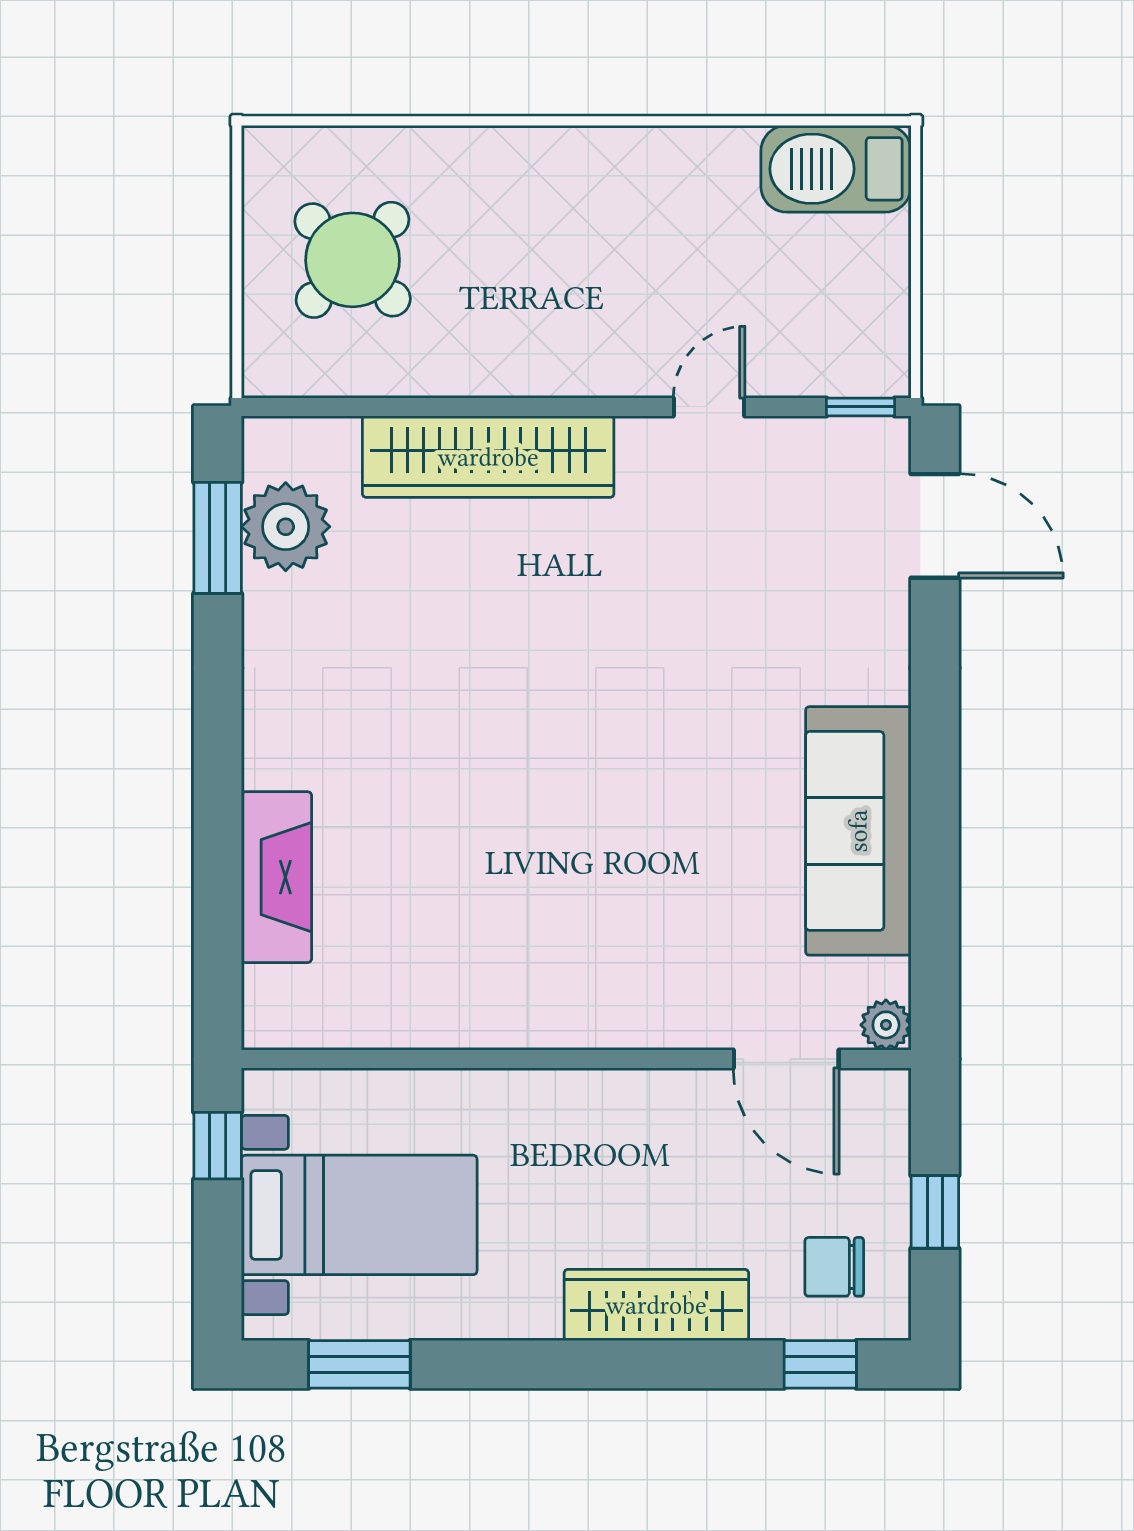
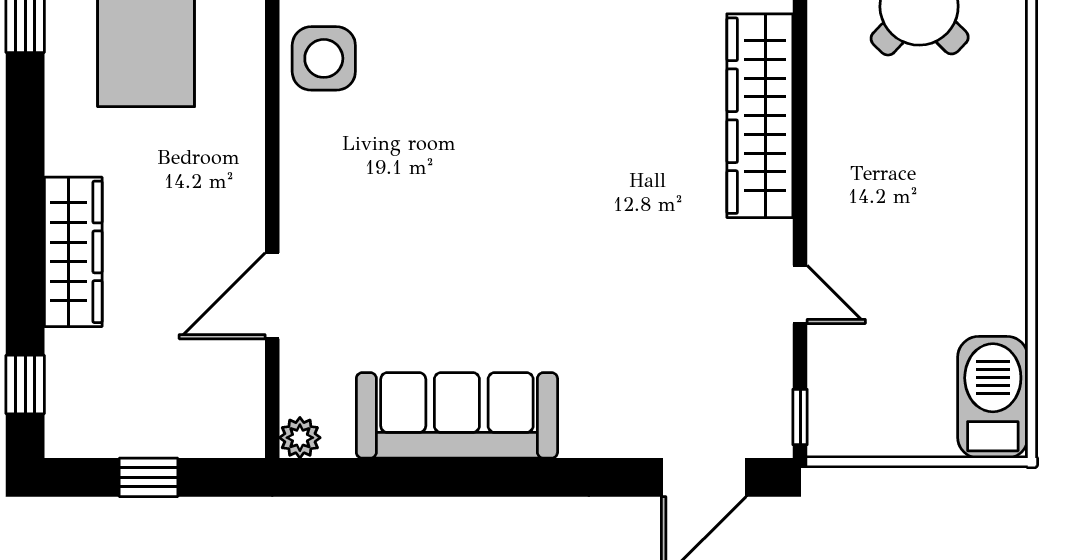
side table: (417, 995) -> (324, 58), added
door: (786, 1059) -> (272, 296), moved
chair: (834, 1267) -> (104, 396), removed

